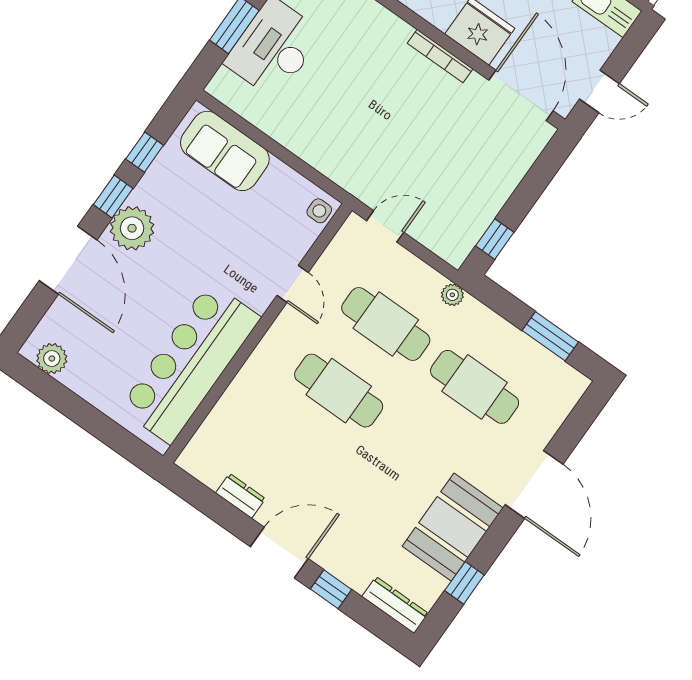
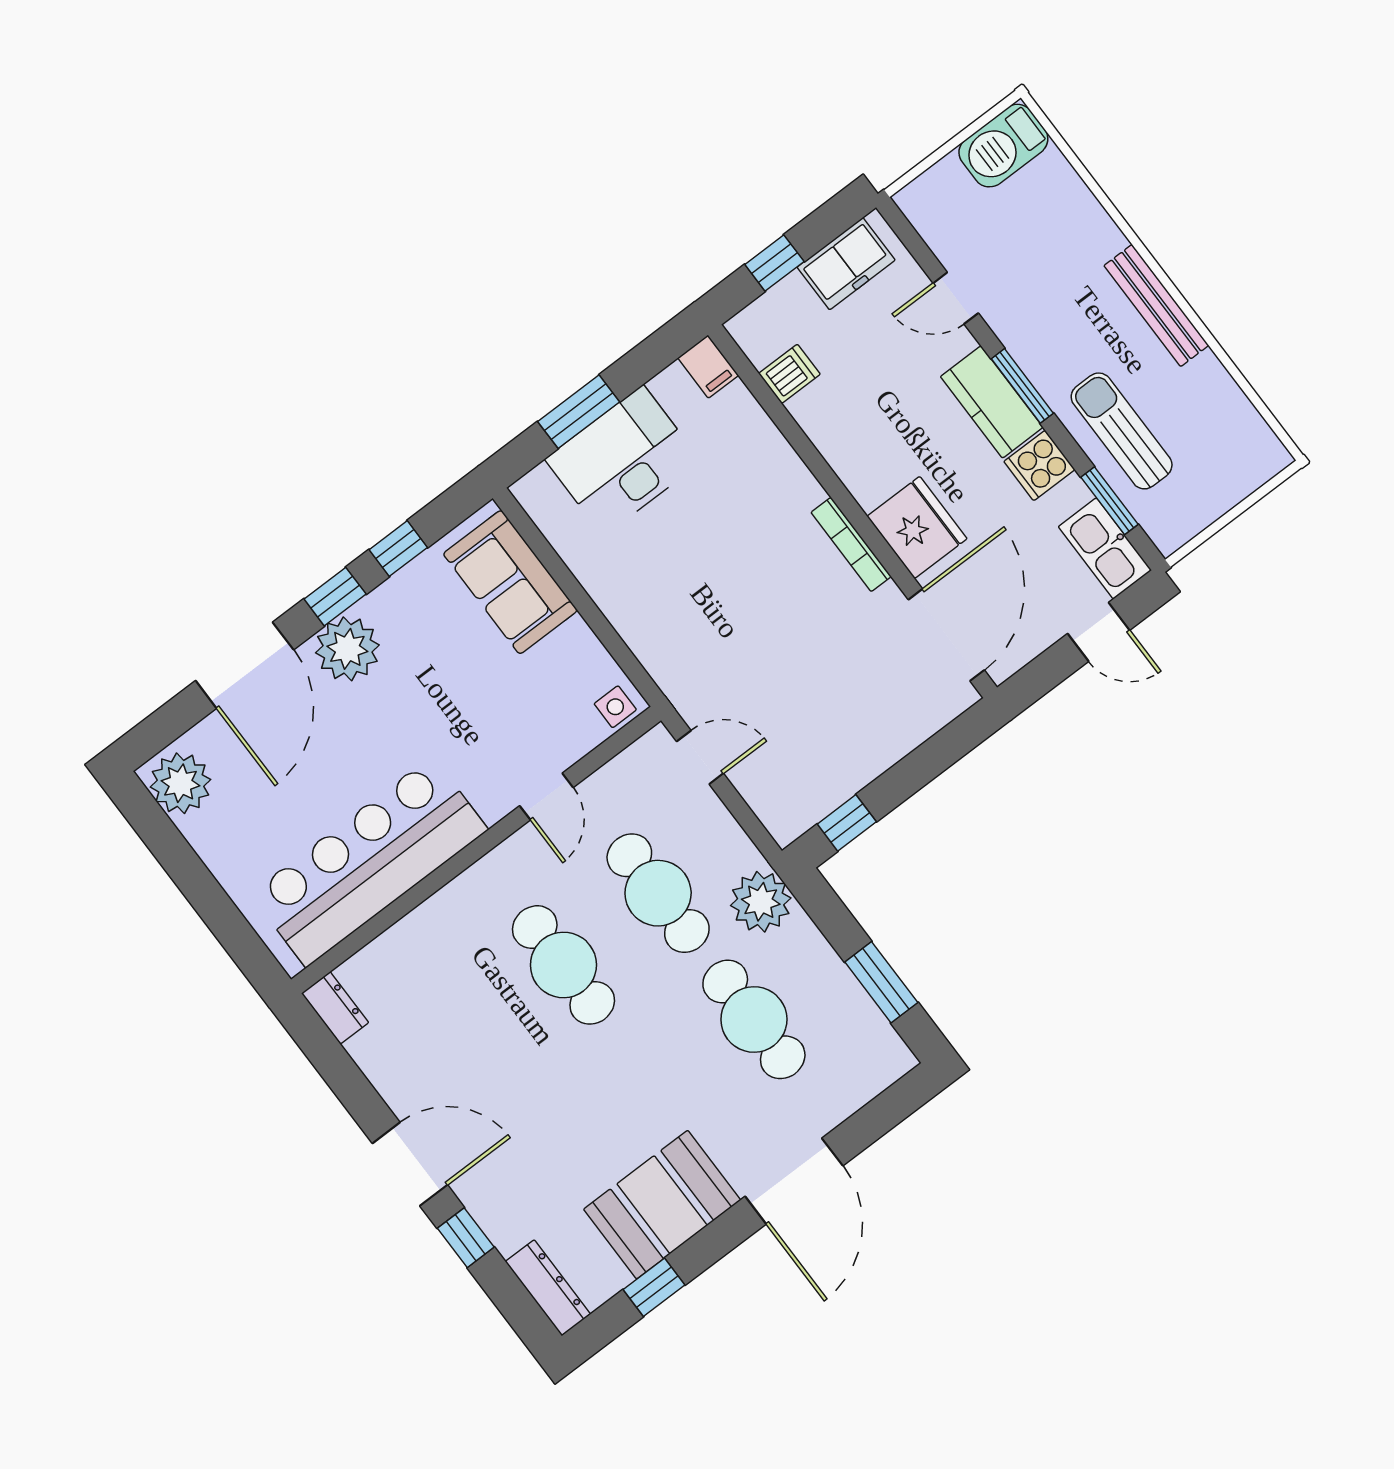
door: (599, 91) -> (1099, 632), moved
plant: (452, 295) -> (761, 902), width x1.88, depth x1.88
plant: (52, 359) -> (180, 783), width x1.36, depth x1.36
dresser: (241, 496) -> (335, 1008), moved

